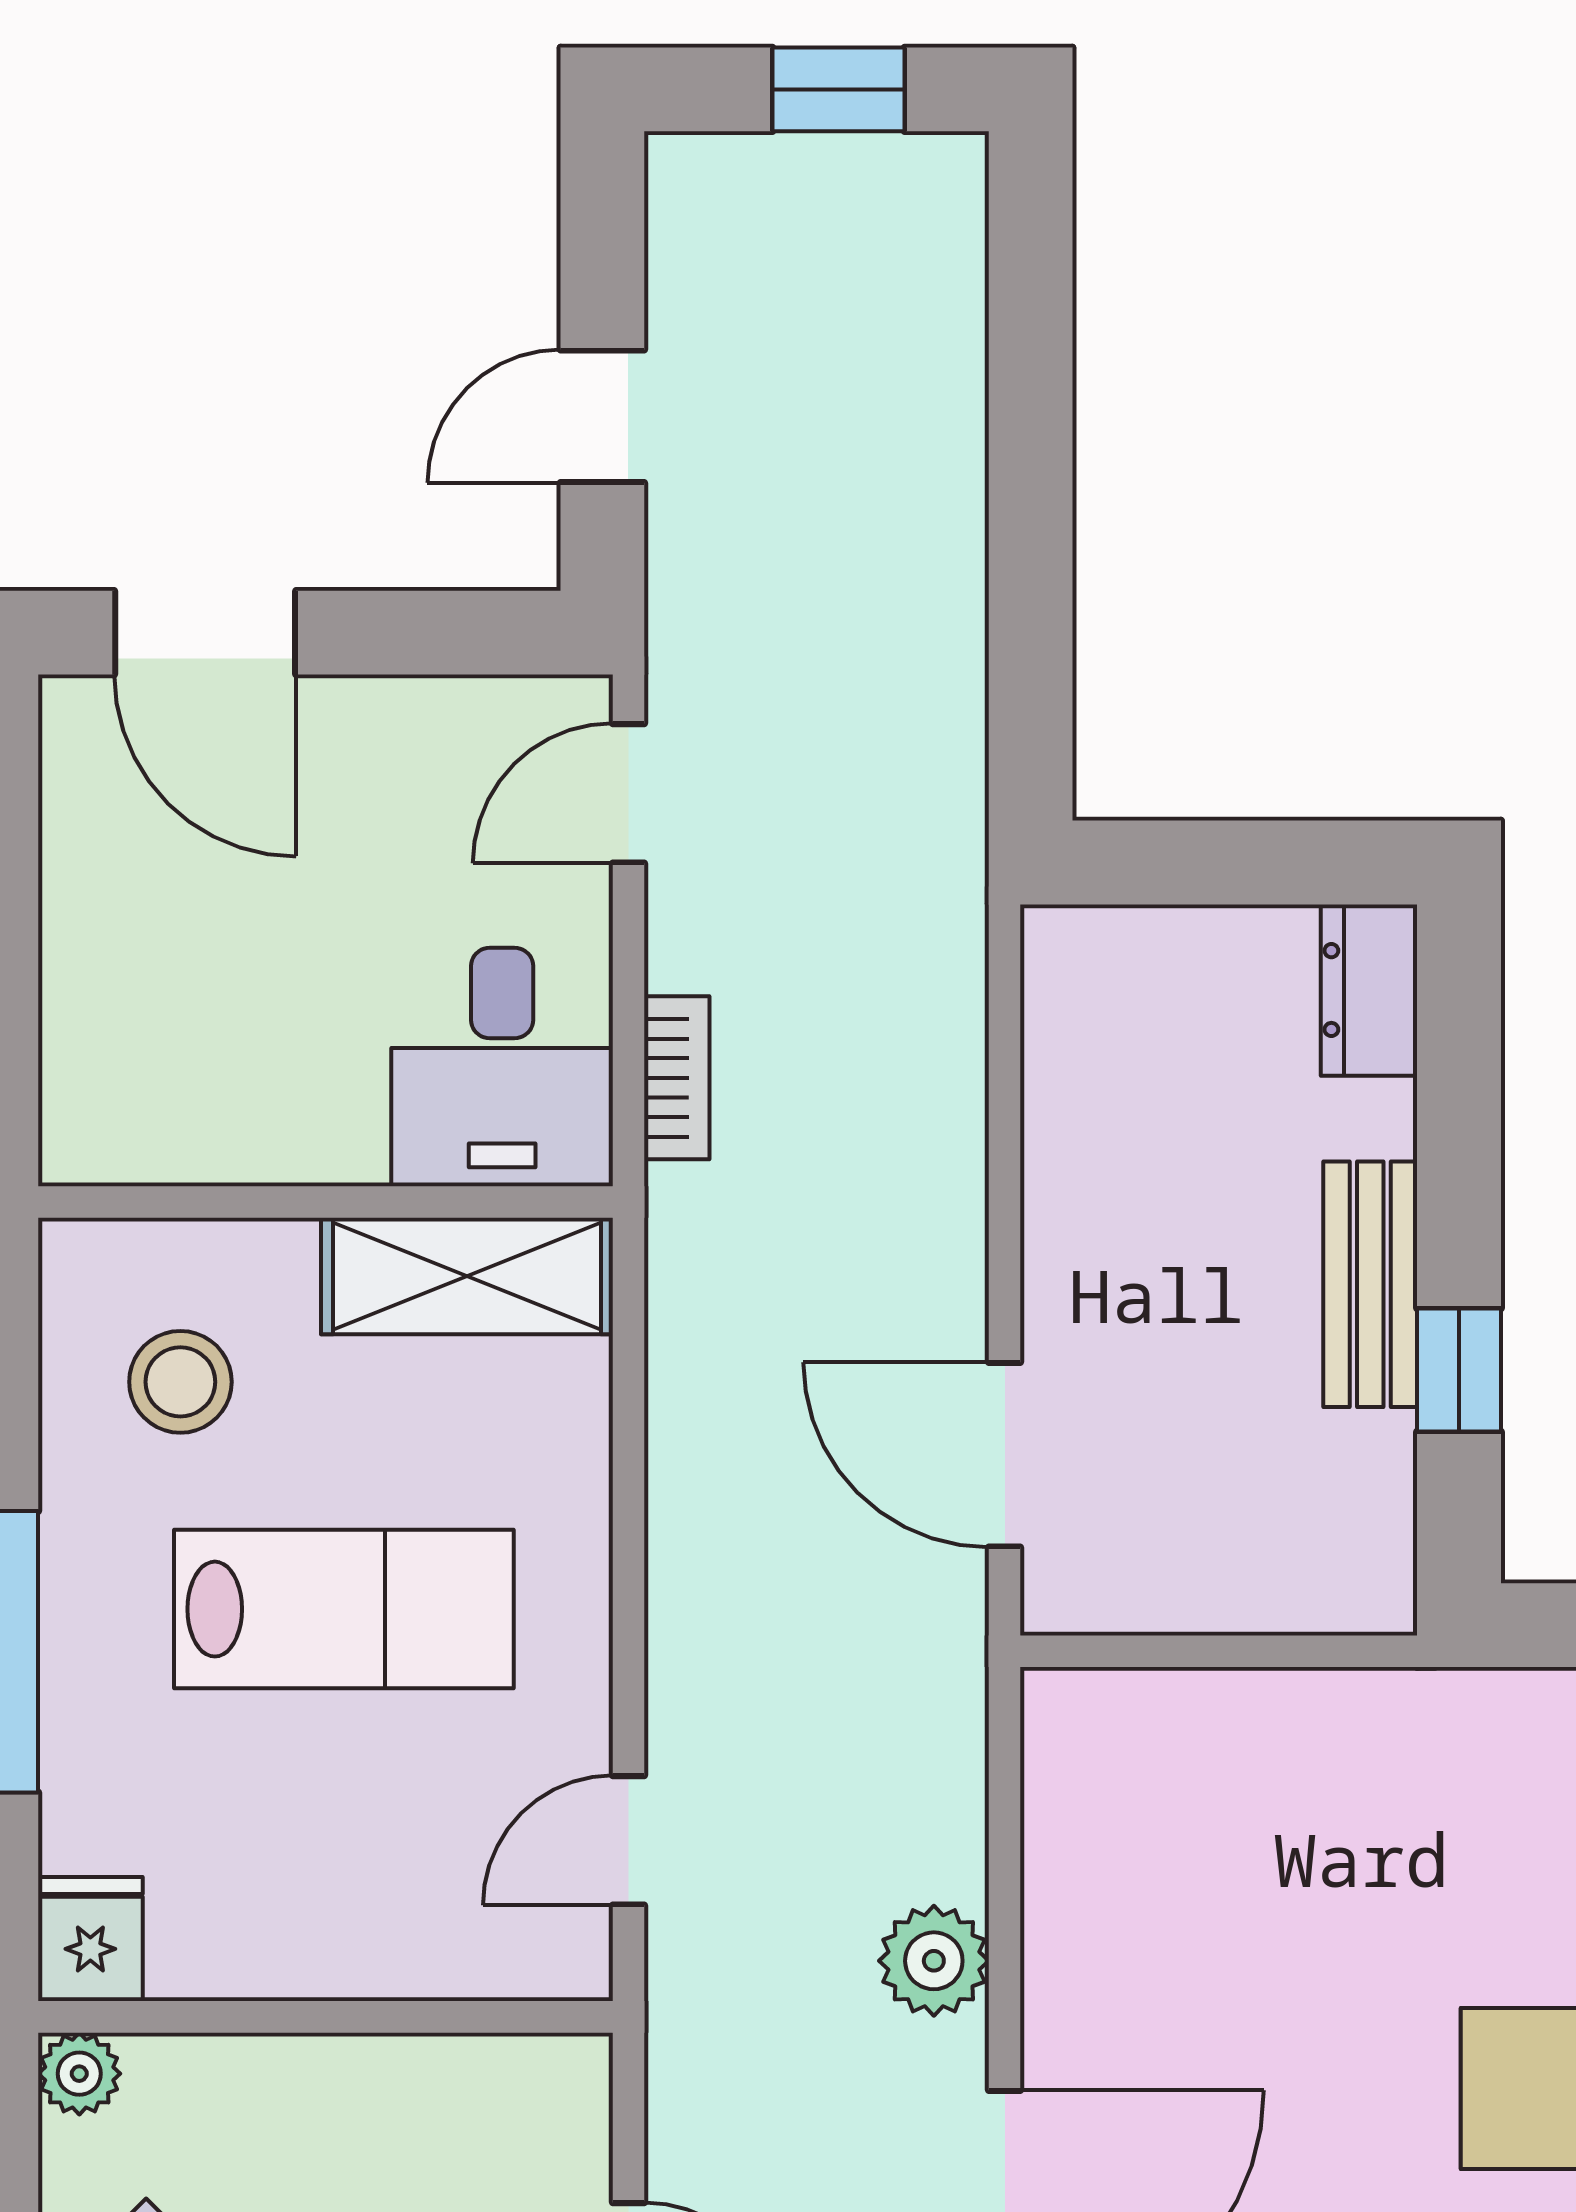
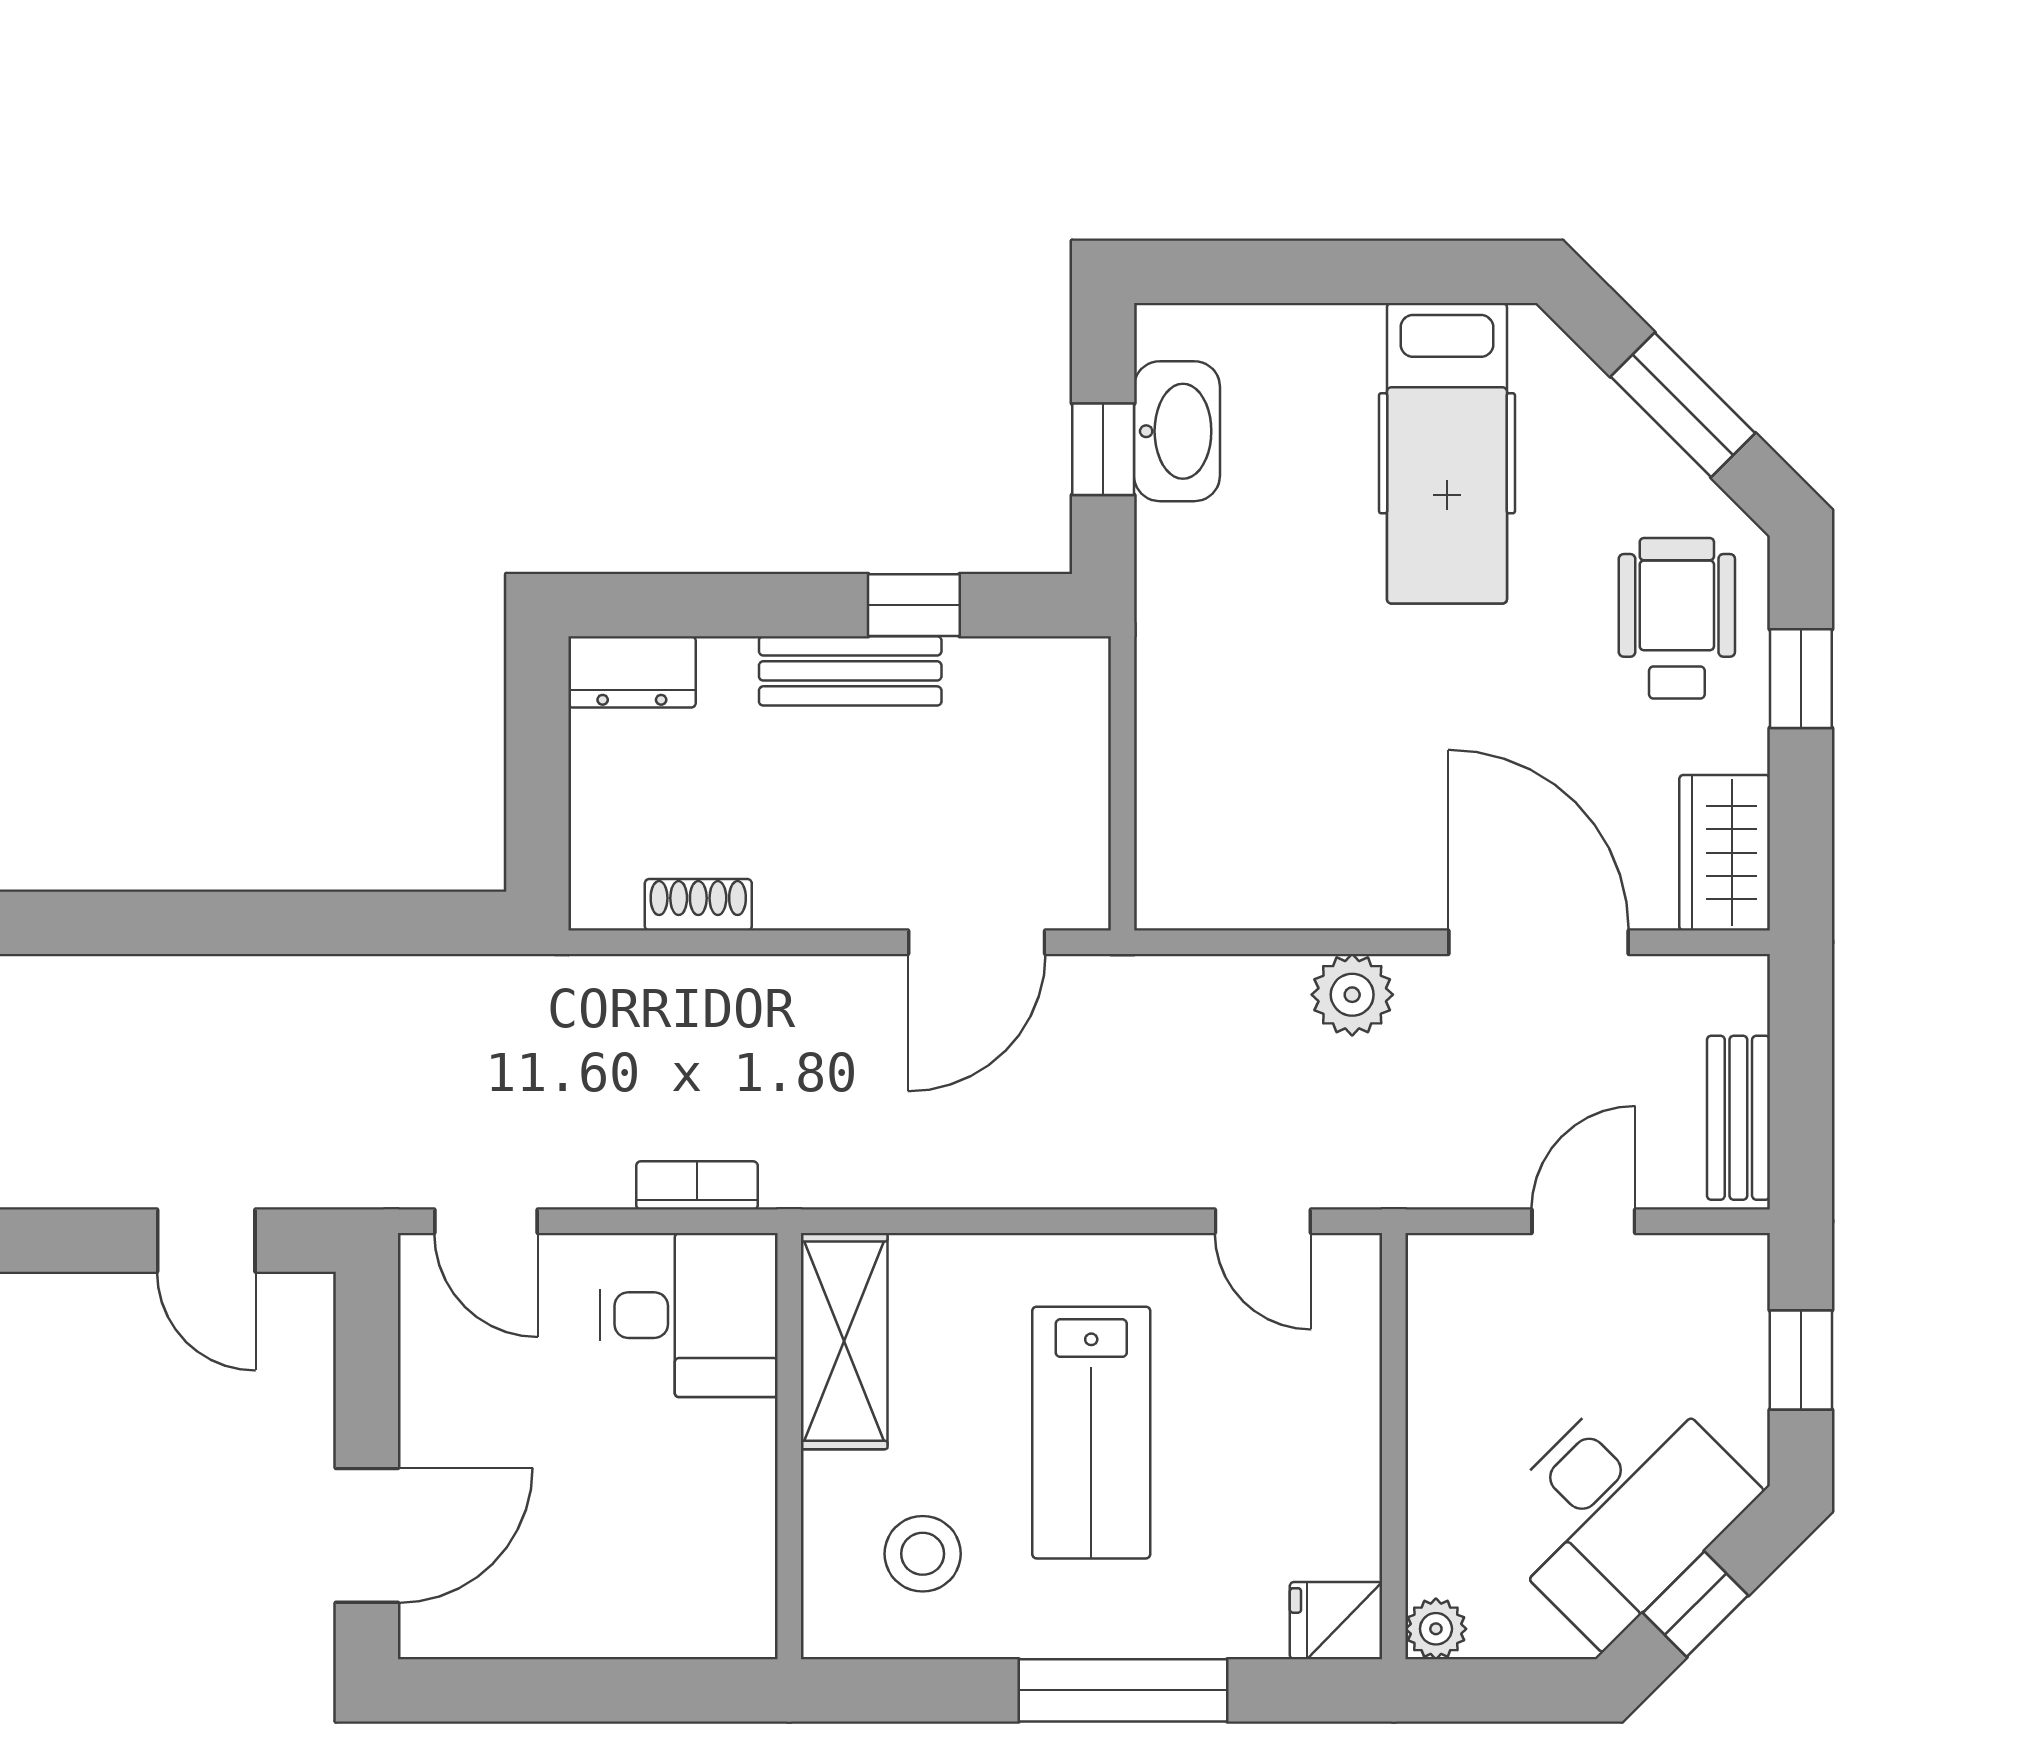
shoe rack: (1055, 1079) -> (698, 905), added
lab bench: (344, 1609) -> (1091, 1433), turned 180

